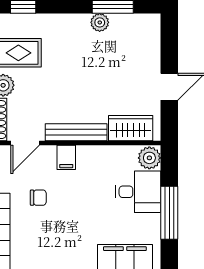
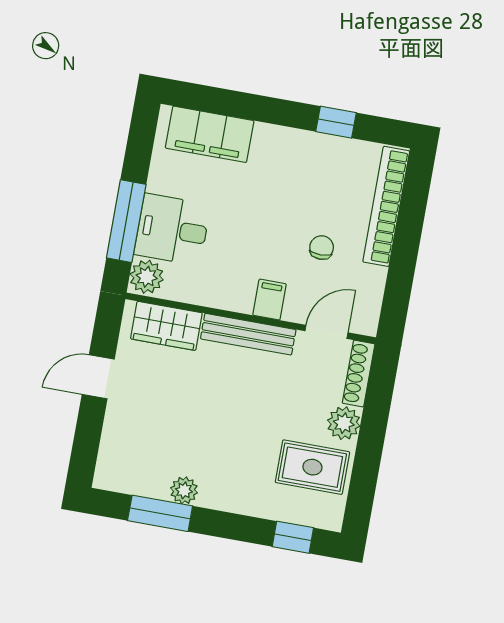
chair: (38, 198) -> (322, 248), turned 90
window: (169, 213) -> (126, 221), moved

